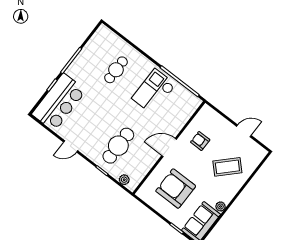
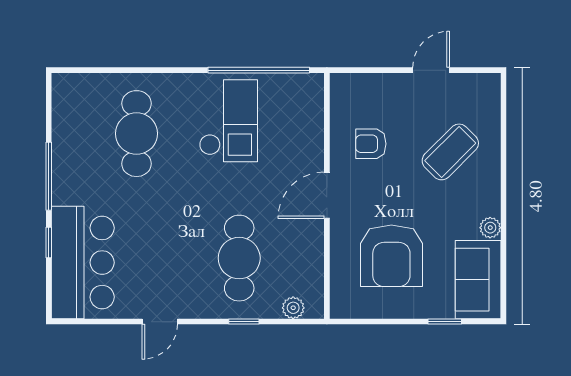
cafe table: (116, 70) -> (137, 134), width x1.37, depth x1.35
checkout: (154, 91) -> (228, 121), turned 180
armchair: (176, 189) -> (391, 256), turned -90

